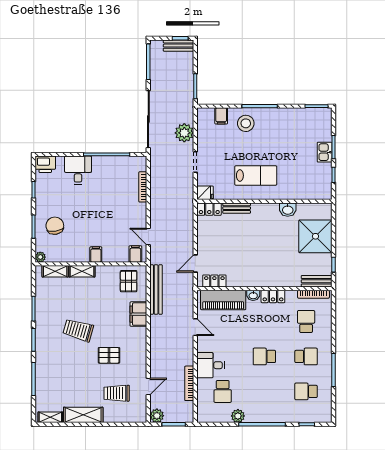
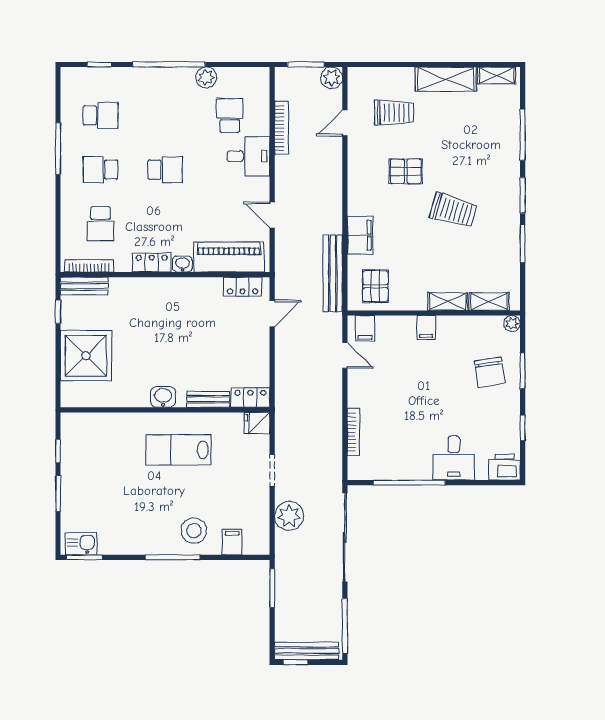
bench: (179, 46) -> (307, 651), width x1.36
kitchen sink: (325, 152) -> (81, 544), moved, turned -90
washbasin: (288, 210) -> (163, 397), moved

